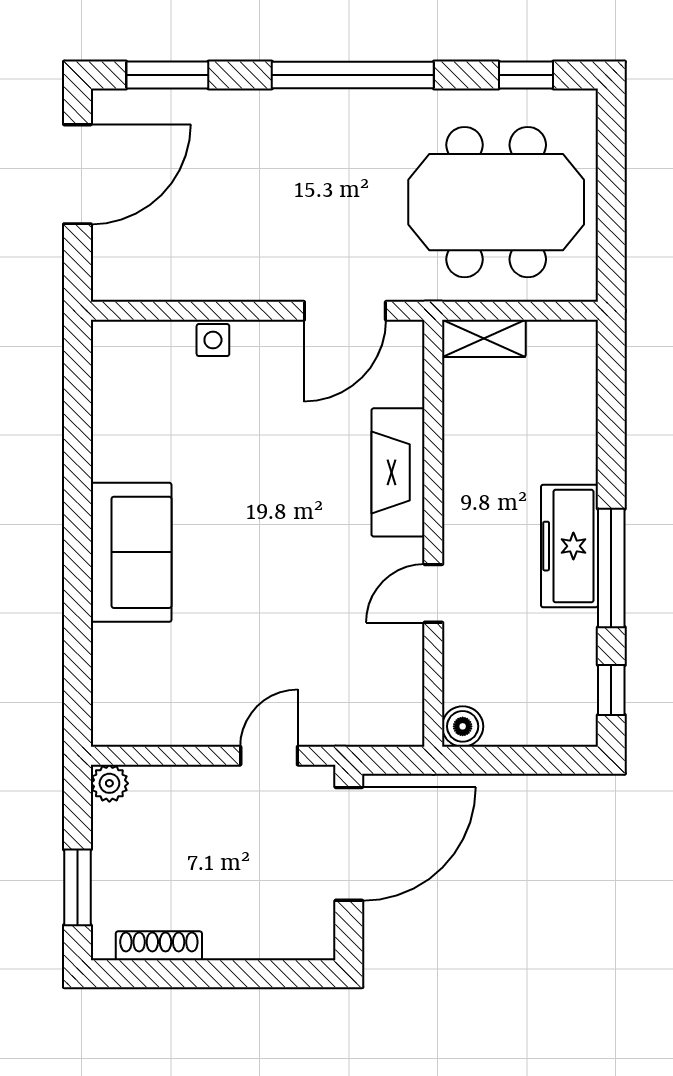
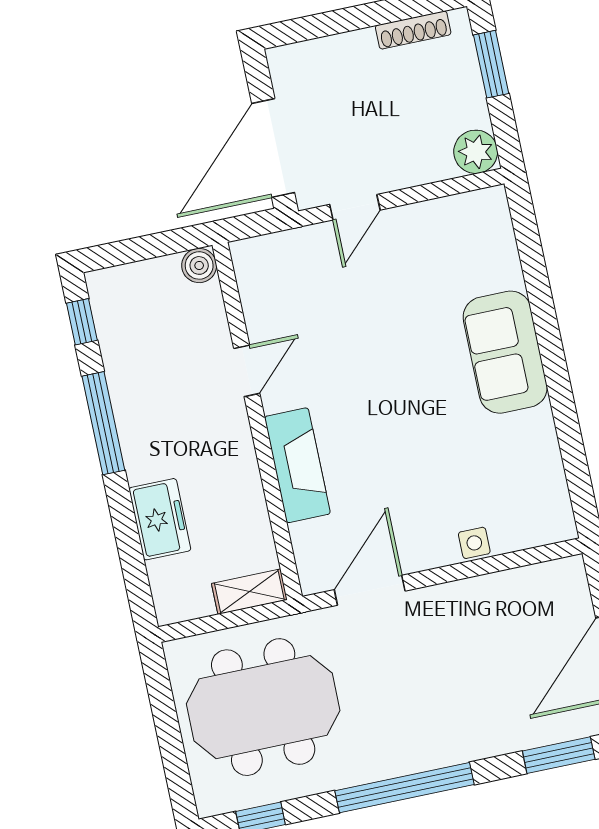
freezer: (569, 546) -> (160, 519), moved, width x0.71
plant: (109, 783) -> (476, 152), width x1.38, depth x1.38

